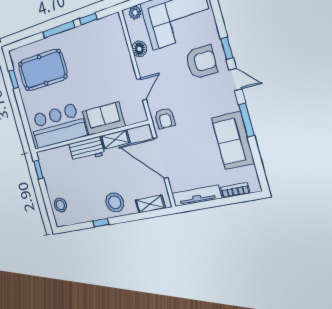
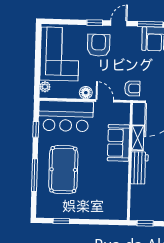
window: (58, 30) -> (35, 175), moved
floor lamp: (139, 49) -> (86, 93), moved
pool table: (43, 70) -> (63, 170), moved
bar counter: (58, 126) -> (66, 116), moved, turned -90

